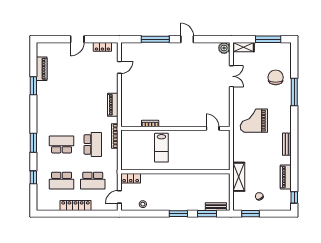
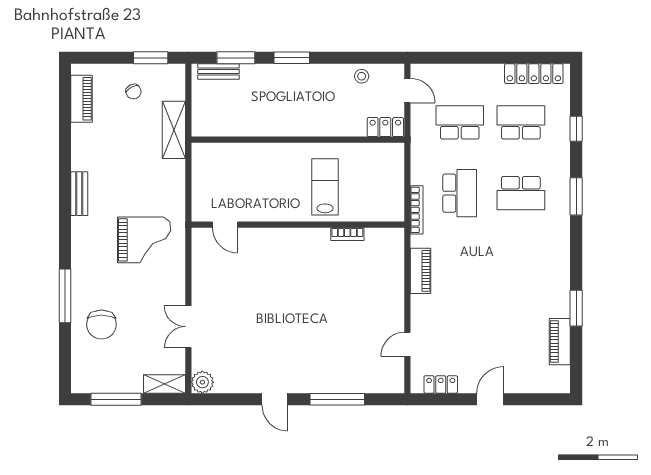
school desk: (93, 144) -> (460, 193), turned 180
piano: (286, 177) -> (81, 99), moved
door: (119, 197) -> (407, 91), hinge flipped
window: (294, 197) -> (65, 90), removed
locker: (76, 205) -> (534, 74), moved

